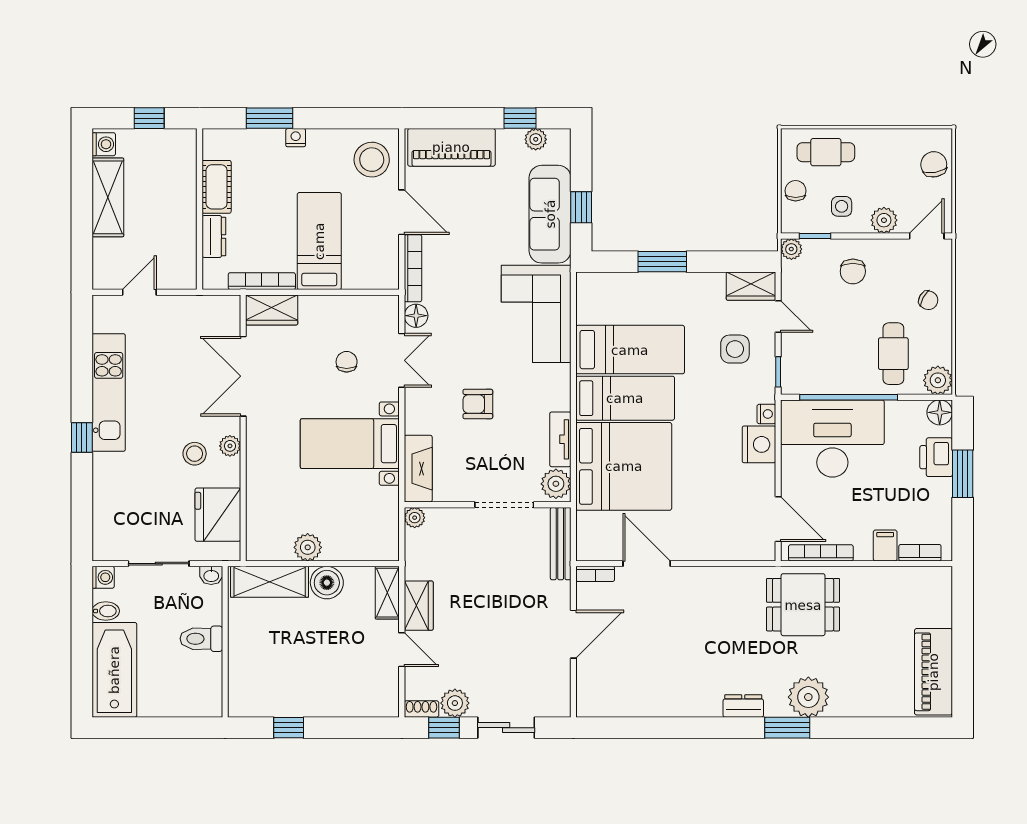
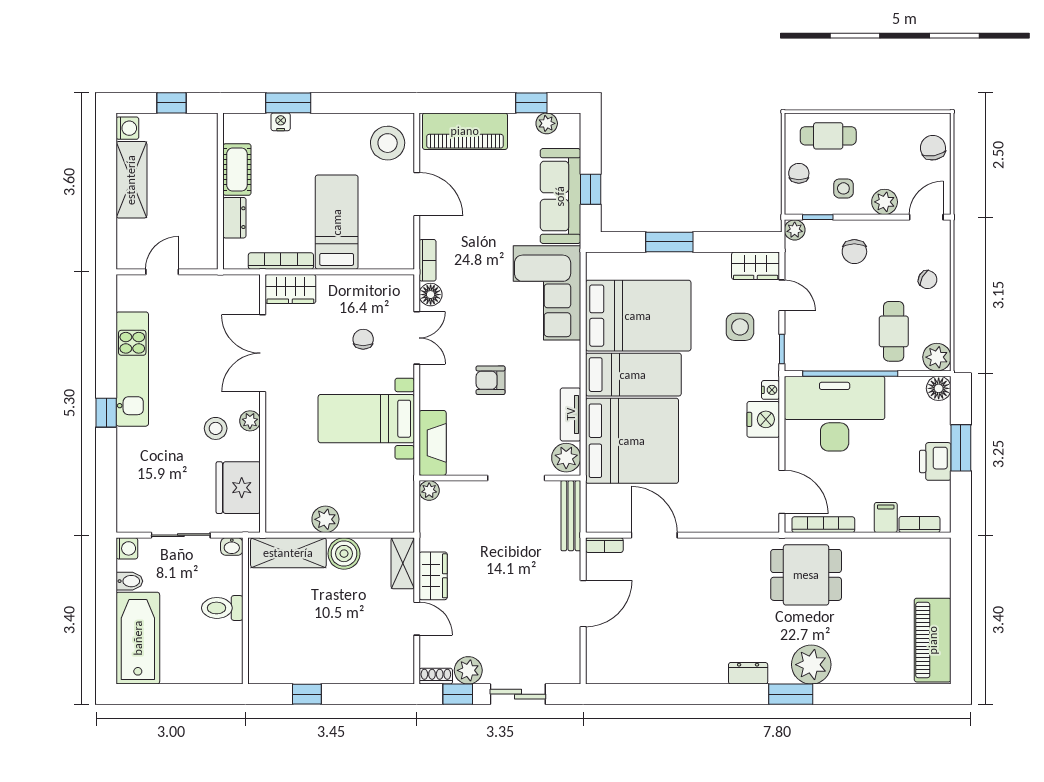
nightstand: (296, 138) -> (281, 122), moved
bookcase: (413, 268) -> (428, 260), width x0.64
bed: (630, 350) -> (638, 316), width x1.50
printer: (936, 457) -> (935, 461), moved

